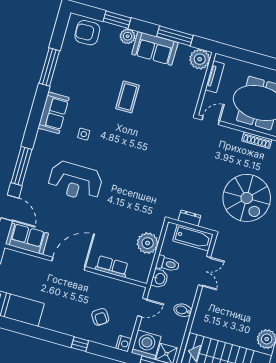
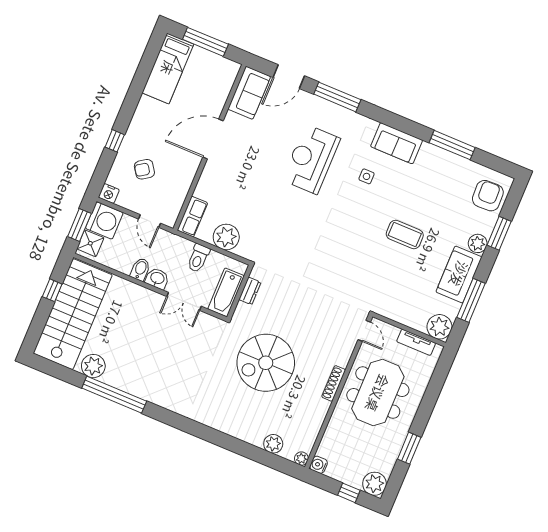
door: (69, 264) -> (213, 139), swing flipped
row of seats: (112, 267) -> (192, 217), moved
washbasin: (160, 279) -> (157, 278), moved, turned 180

